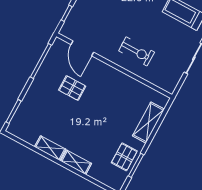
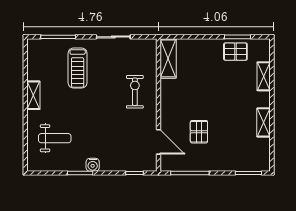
door: (82, 48) -> (158, 142), hinge flipped
shelving: (148, 123) -> (168, 58), moved, turned 90
shelving: (76, 162) -> (264, 76), moved

